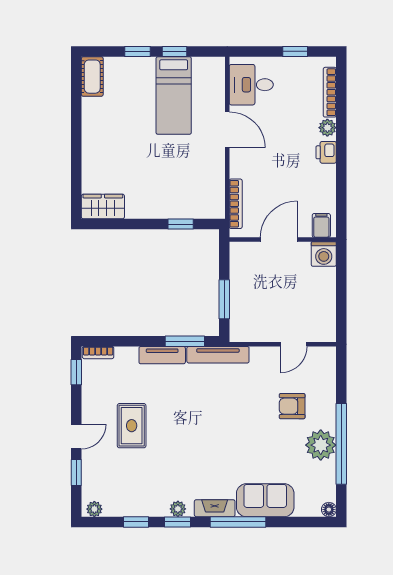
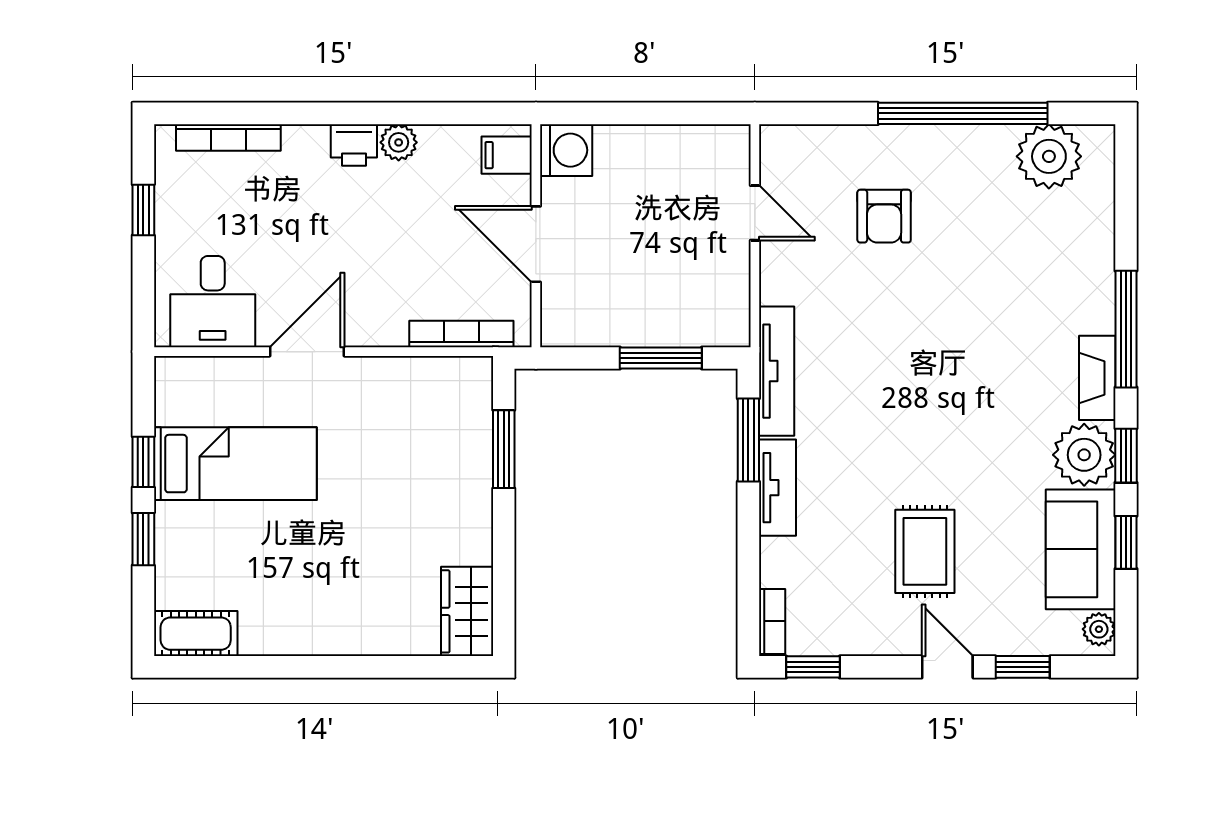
plant: (327, 128) -> (399, 142), moved
window: (181, 224) -> (504, 449), width x1.50
rug: (132, 426) -> (925, 551), turned 90
plant: (321, 445) -> (1049, 156), moved
sofa: (265, 500) -> (1081, 549), moved
plant: (178, 509) -> (1084, 455), width x1.87, depth x1.87
floor lamp: (329, 510) -> (1100, 139), removed

